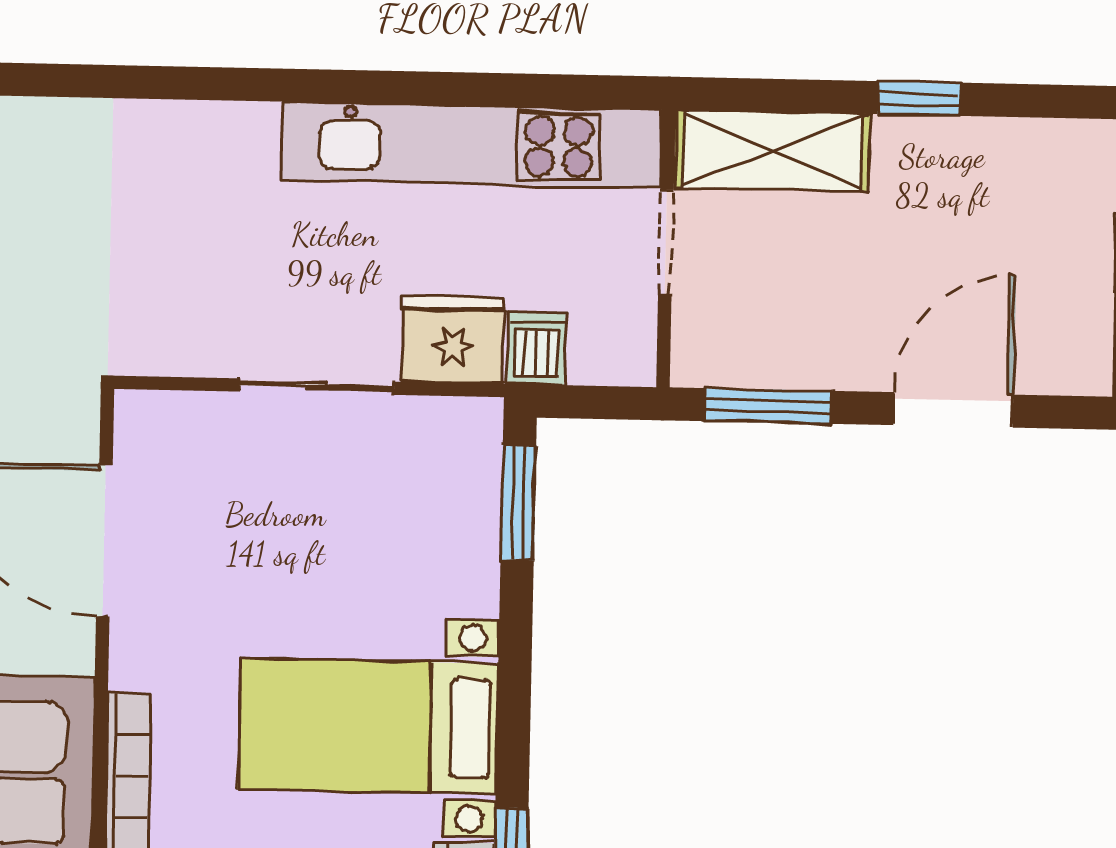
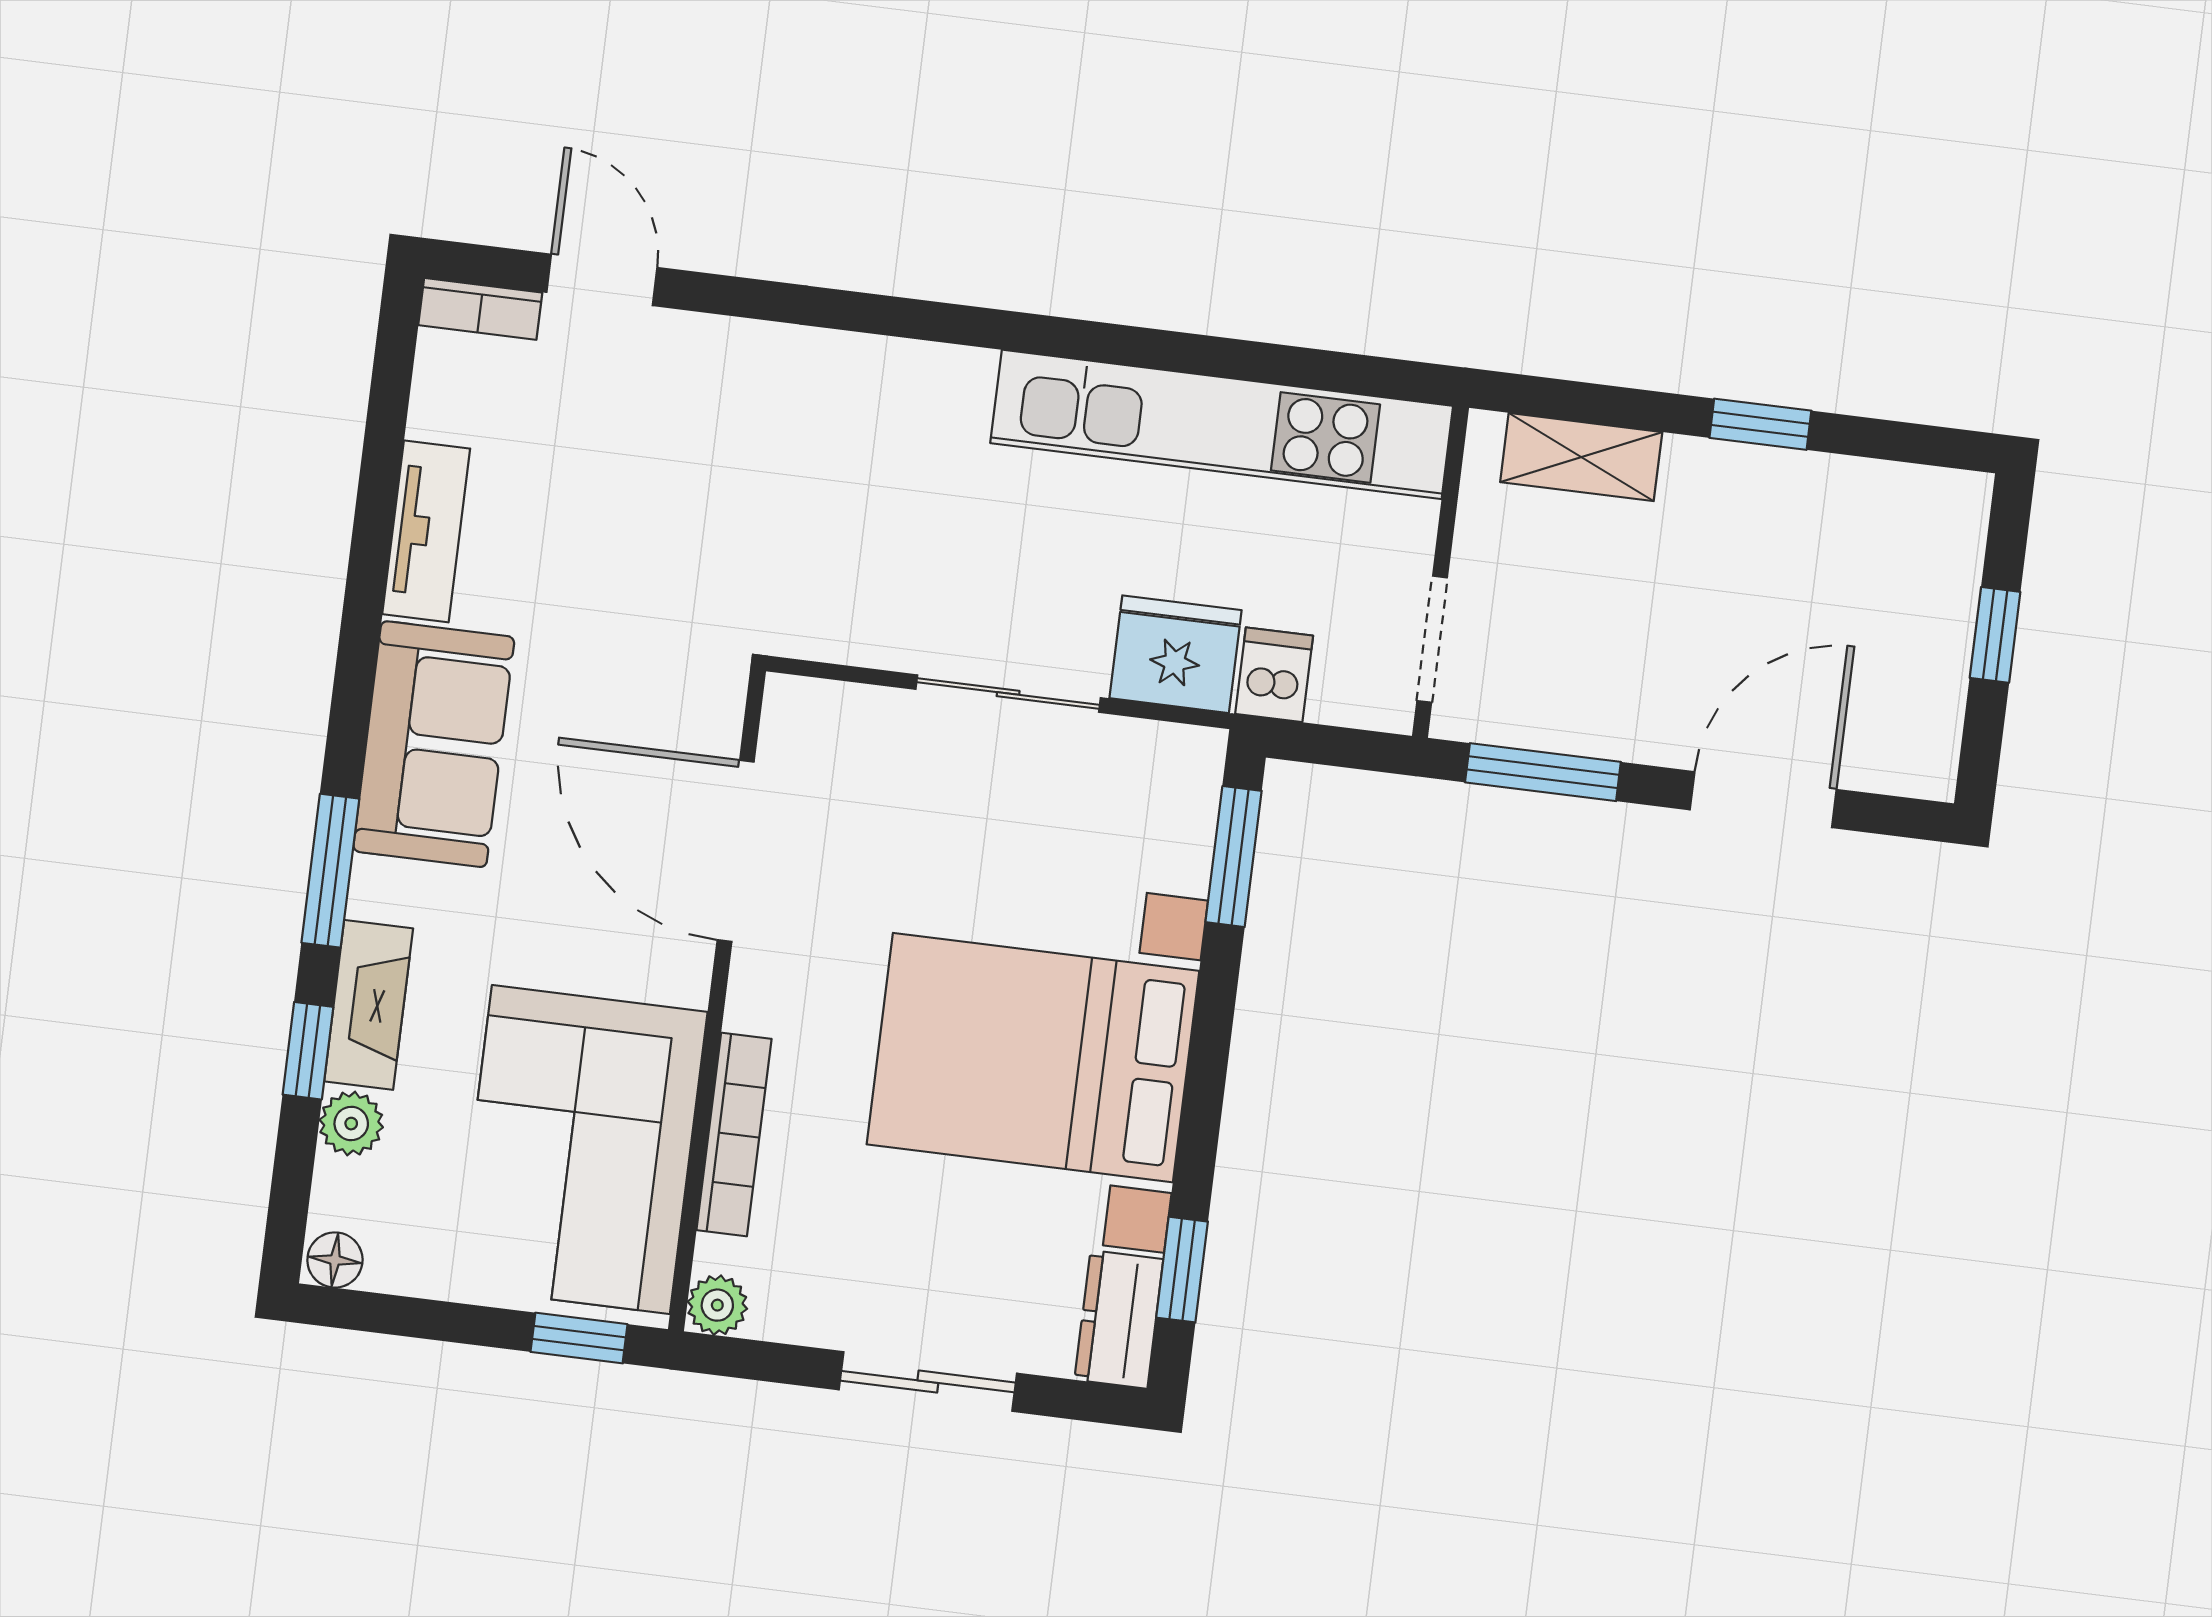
shelving: (773, 151) -> (1581, 457), width x0.67, depth x0.75
doorway: (666, 242) -> (1432, 639), moved
bed with nightstands: (368, 726) -> (1033, 1058), width x1.36

